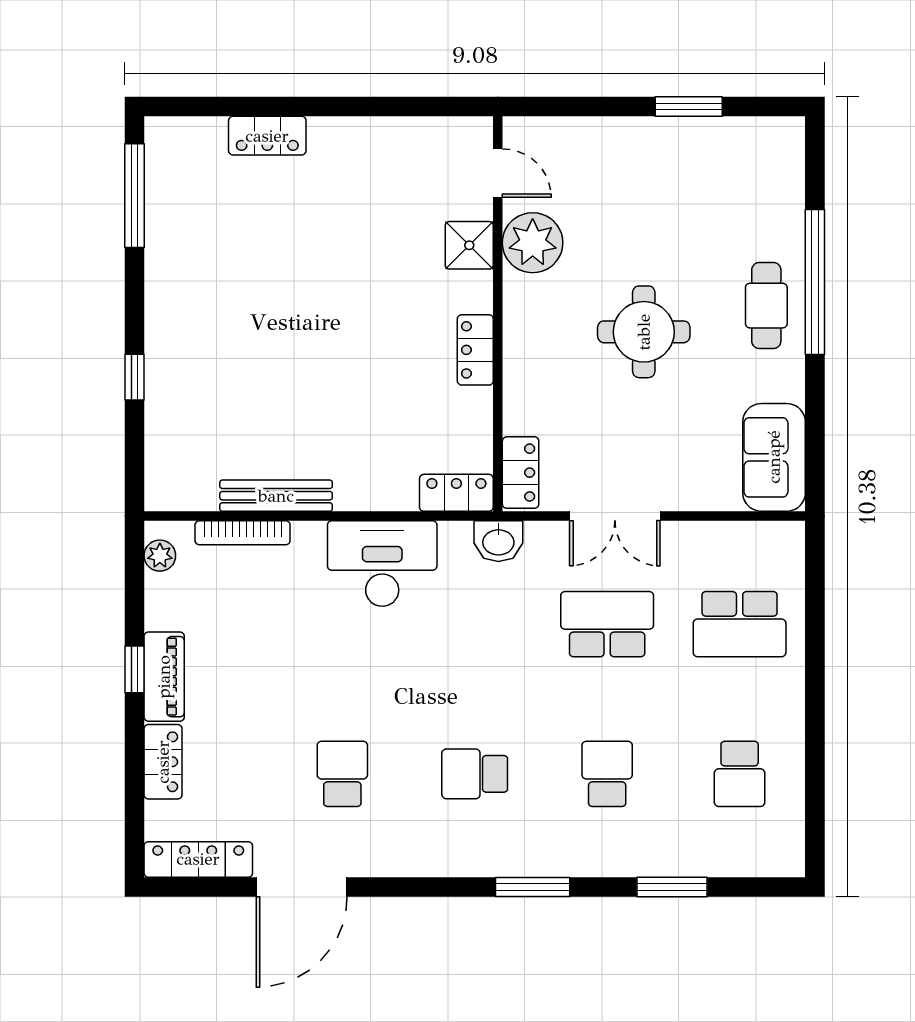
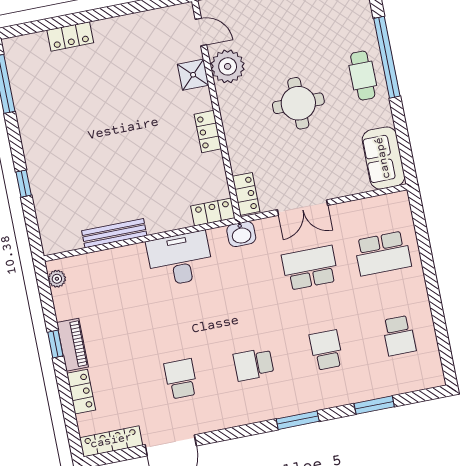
bookcase: (243, 533) -> (100, 257), removed

